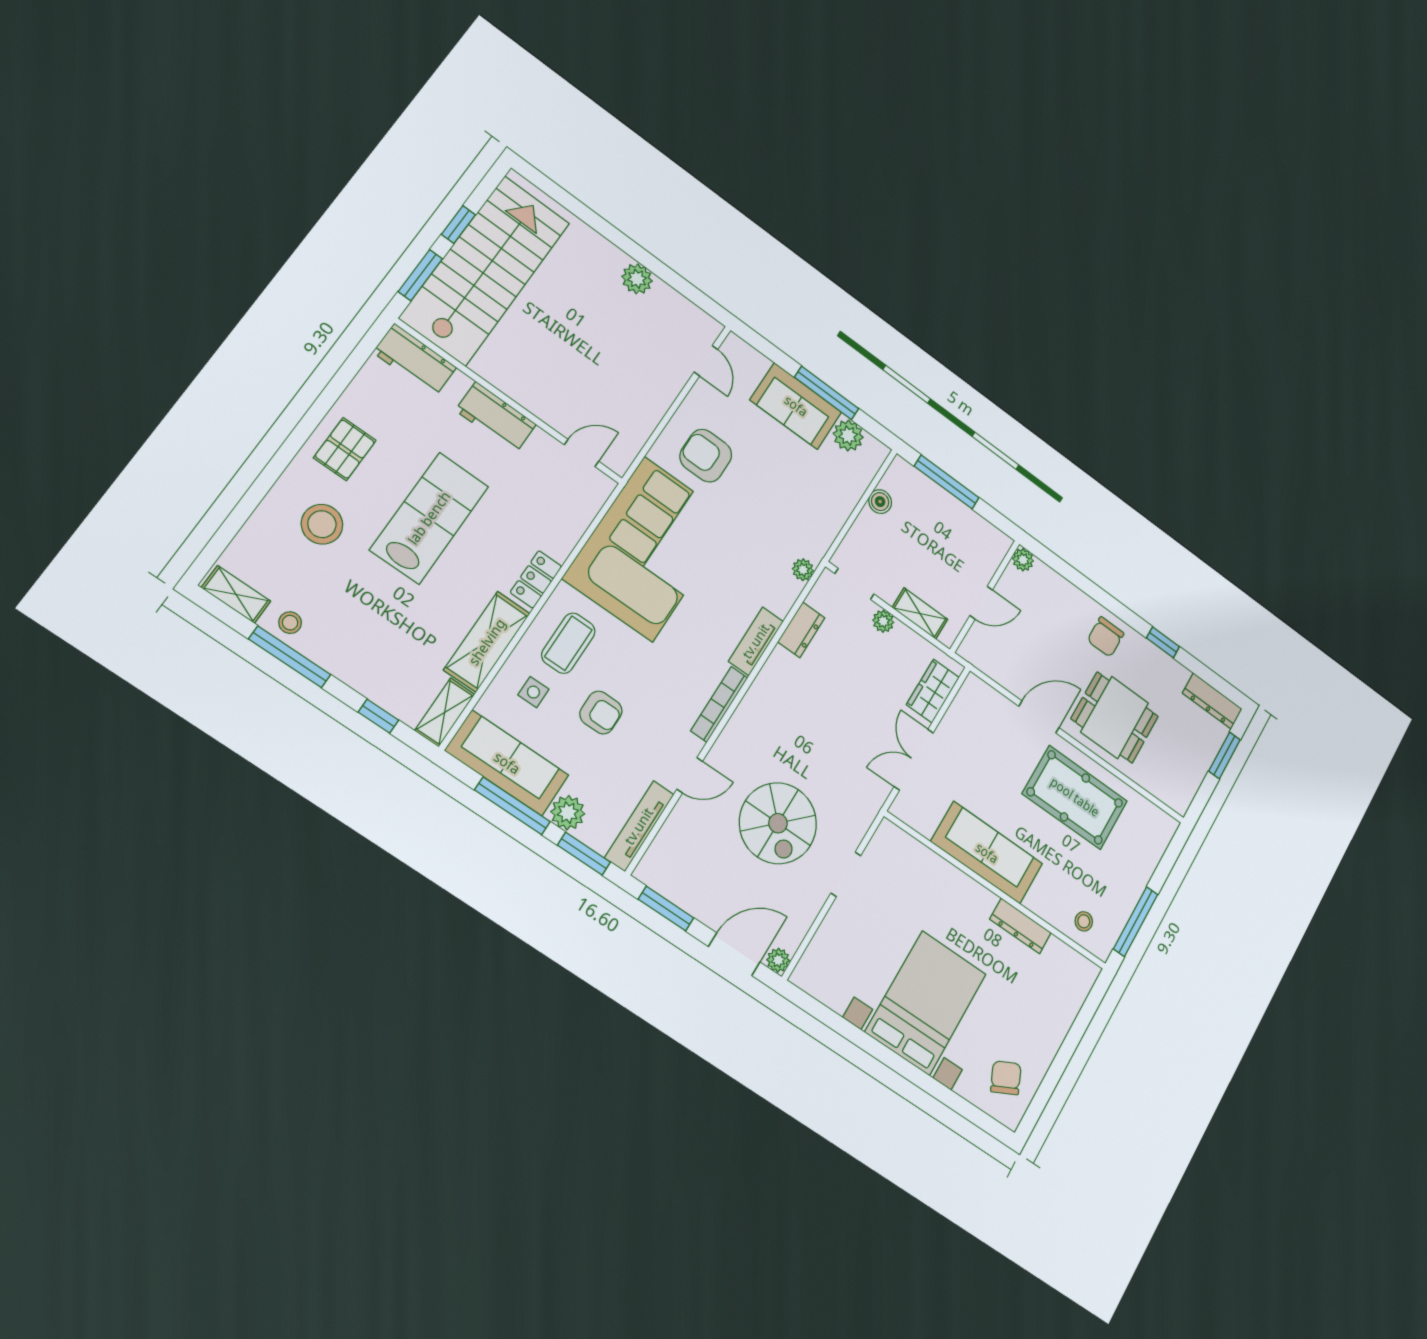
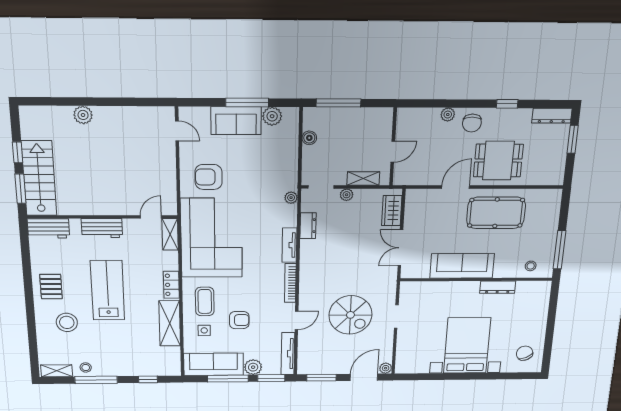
stairs: (485, 270) -> (39, 178), width x0.73, depth x0.66
plant: (637, 279) -> (83, 115), moved
plant: (1023, 560) -> (448, 115), moved
shelving: (445, 712) -> (170, 234), moved

